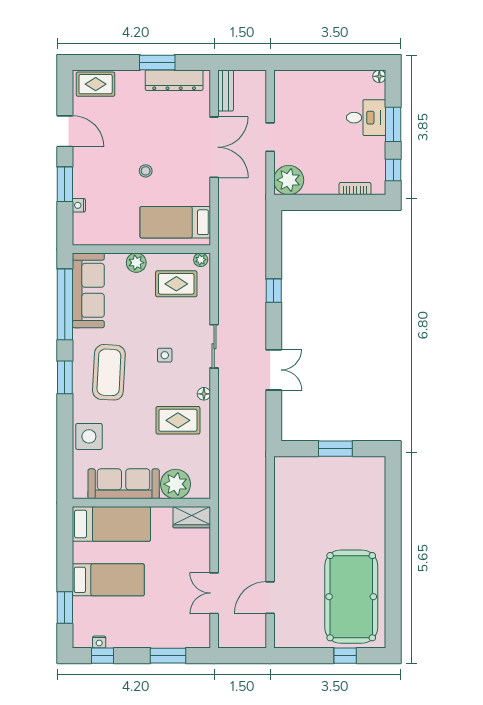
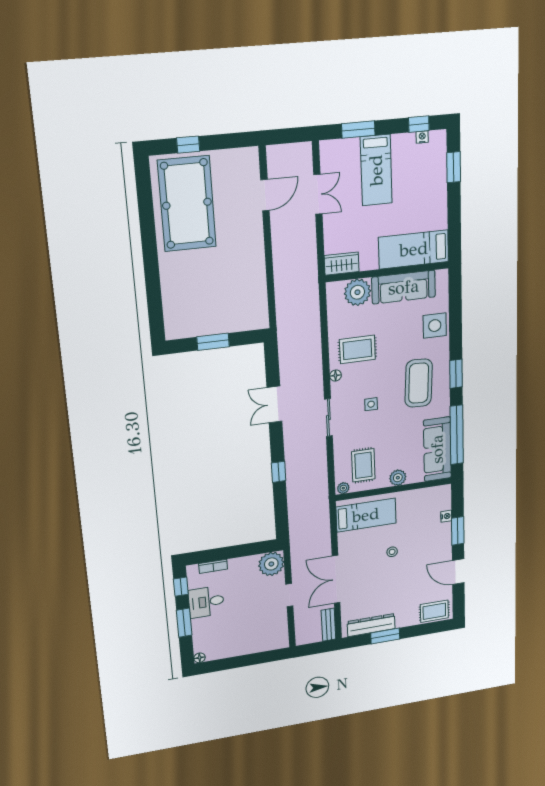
desk: (366, 118) -> (206, 602), moved
rug: (176, 284) -> (363, 465), turned 90
bed: (108, 580) -> (376, 170), moved, turned -90

